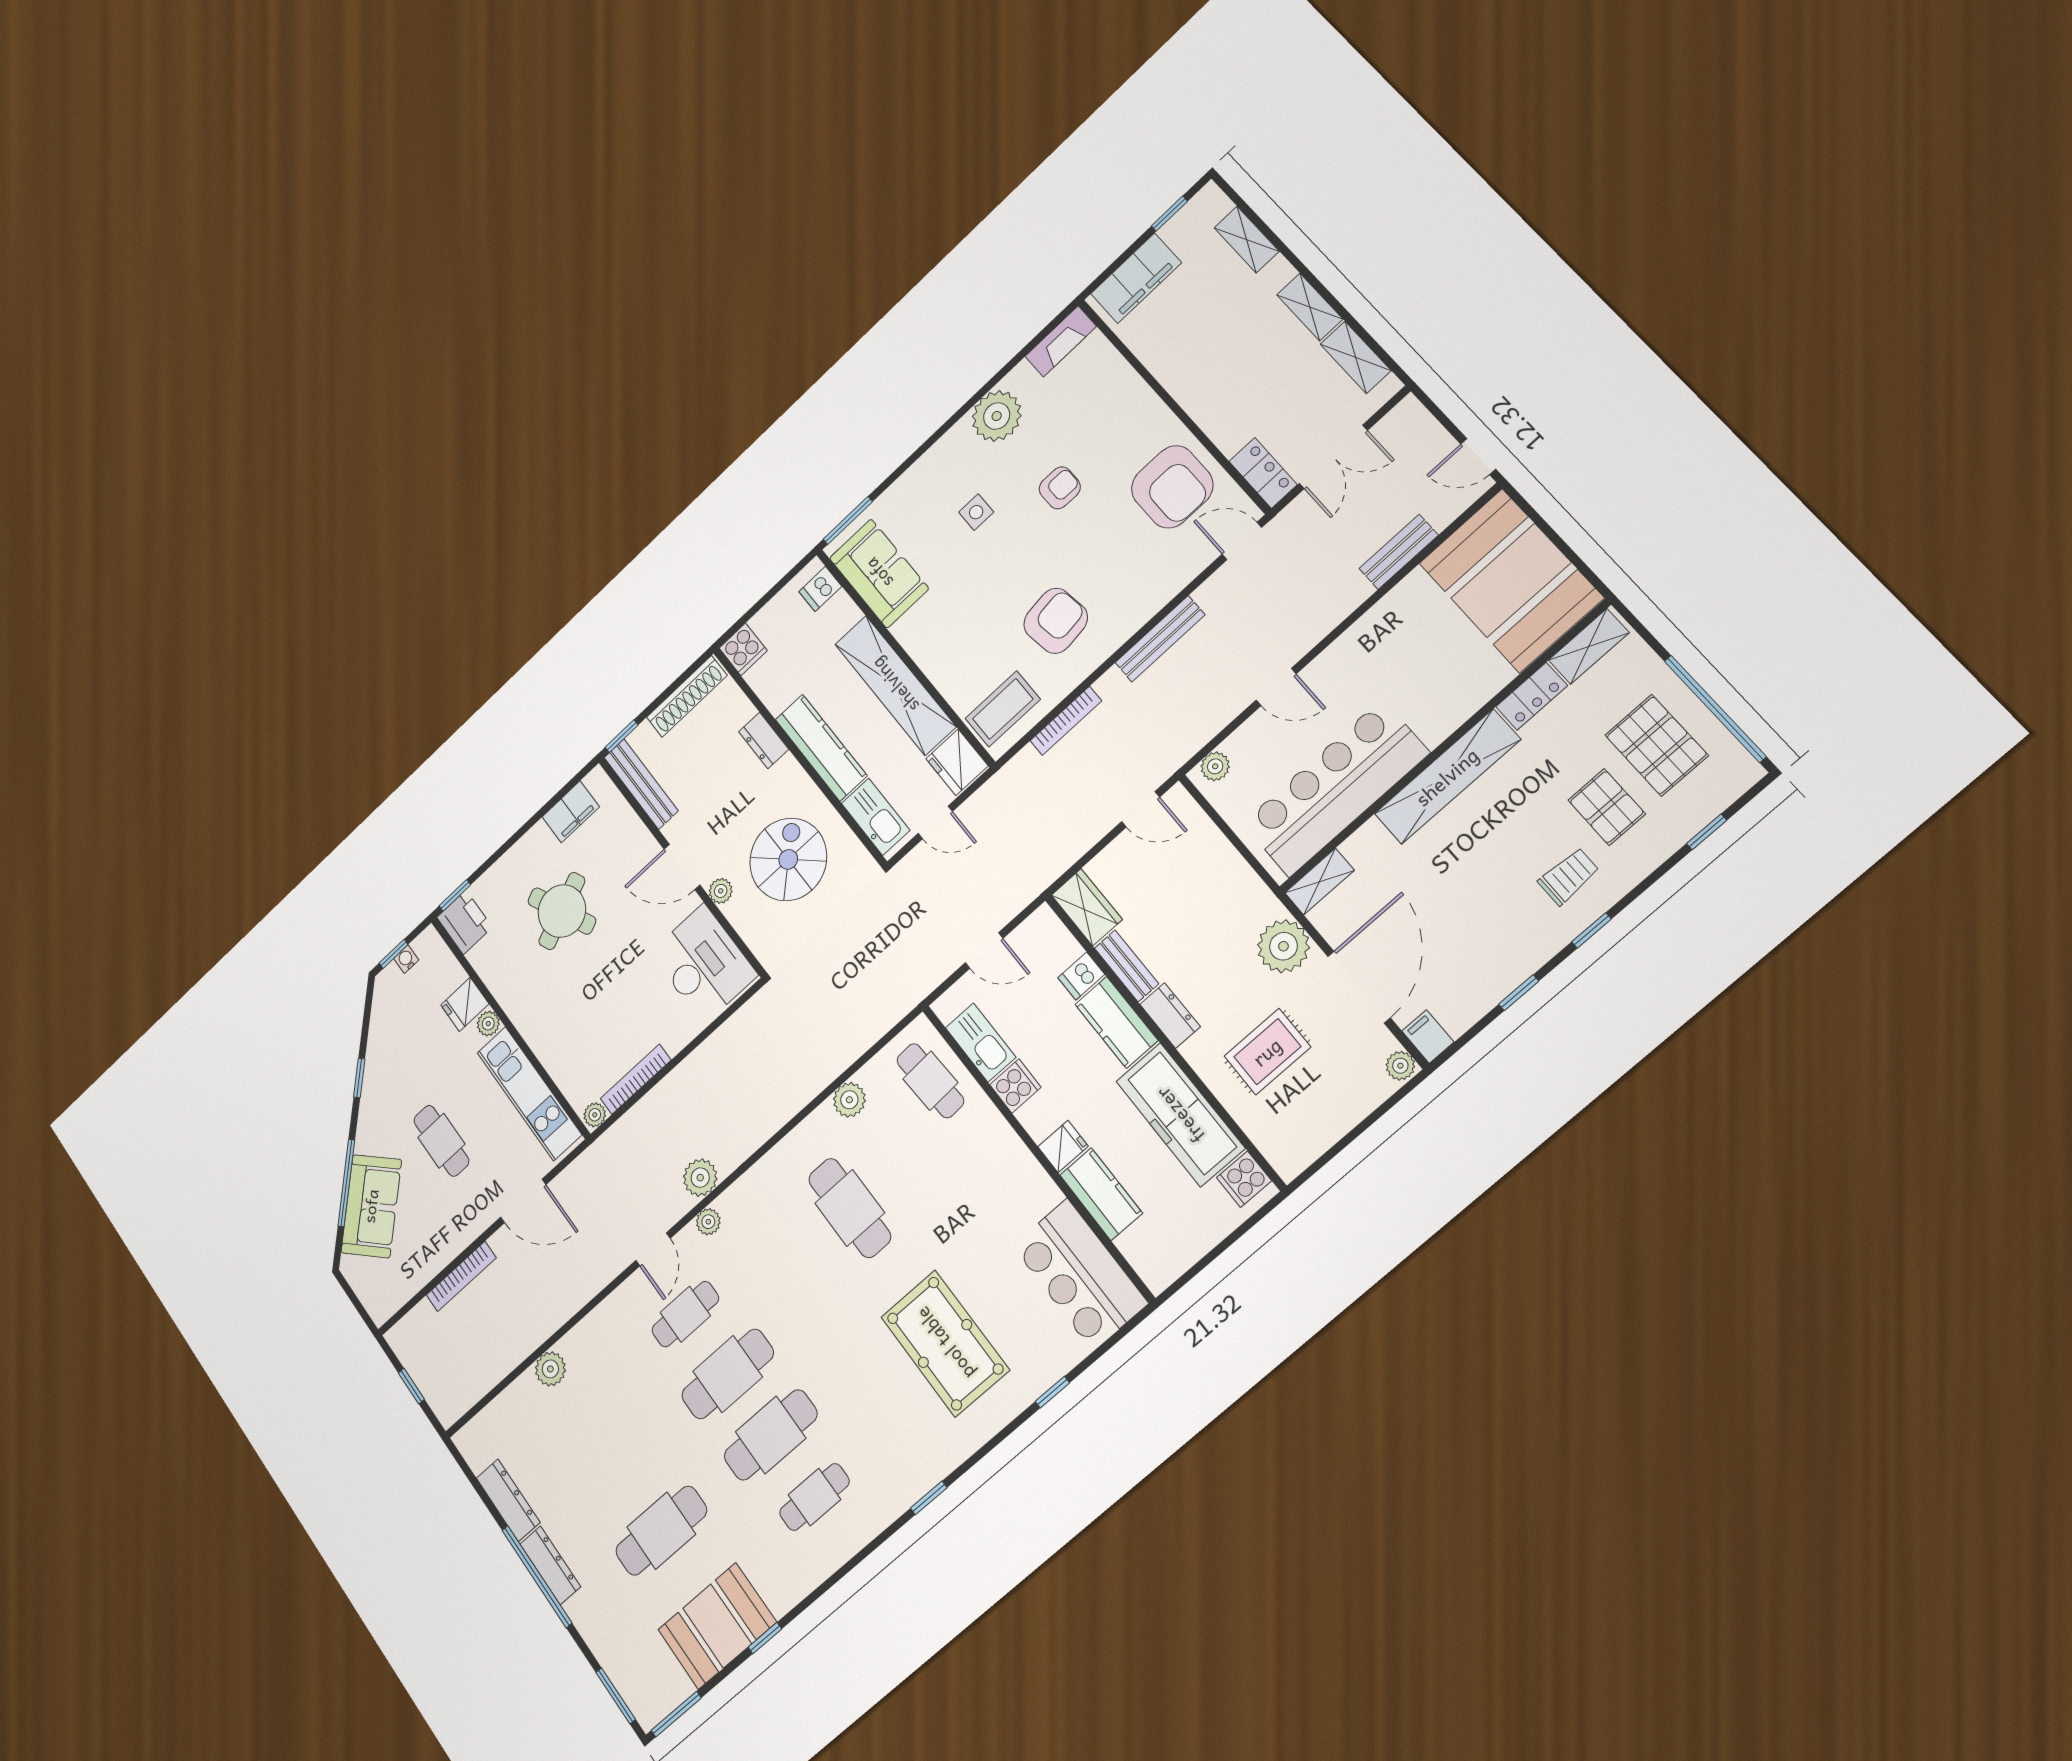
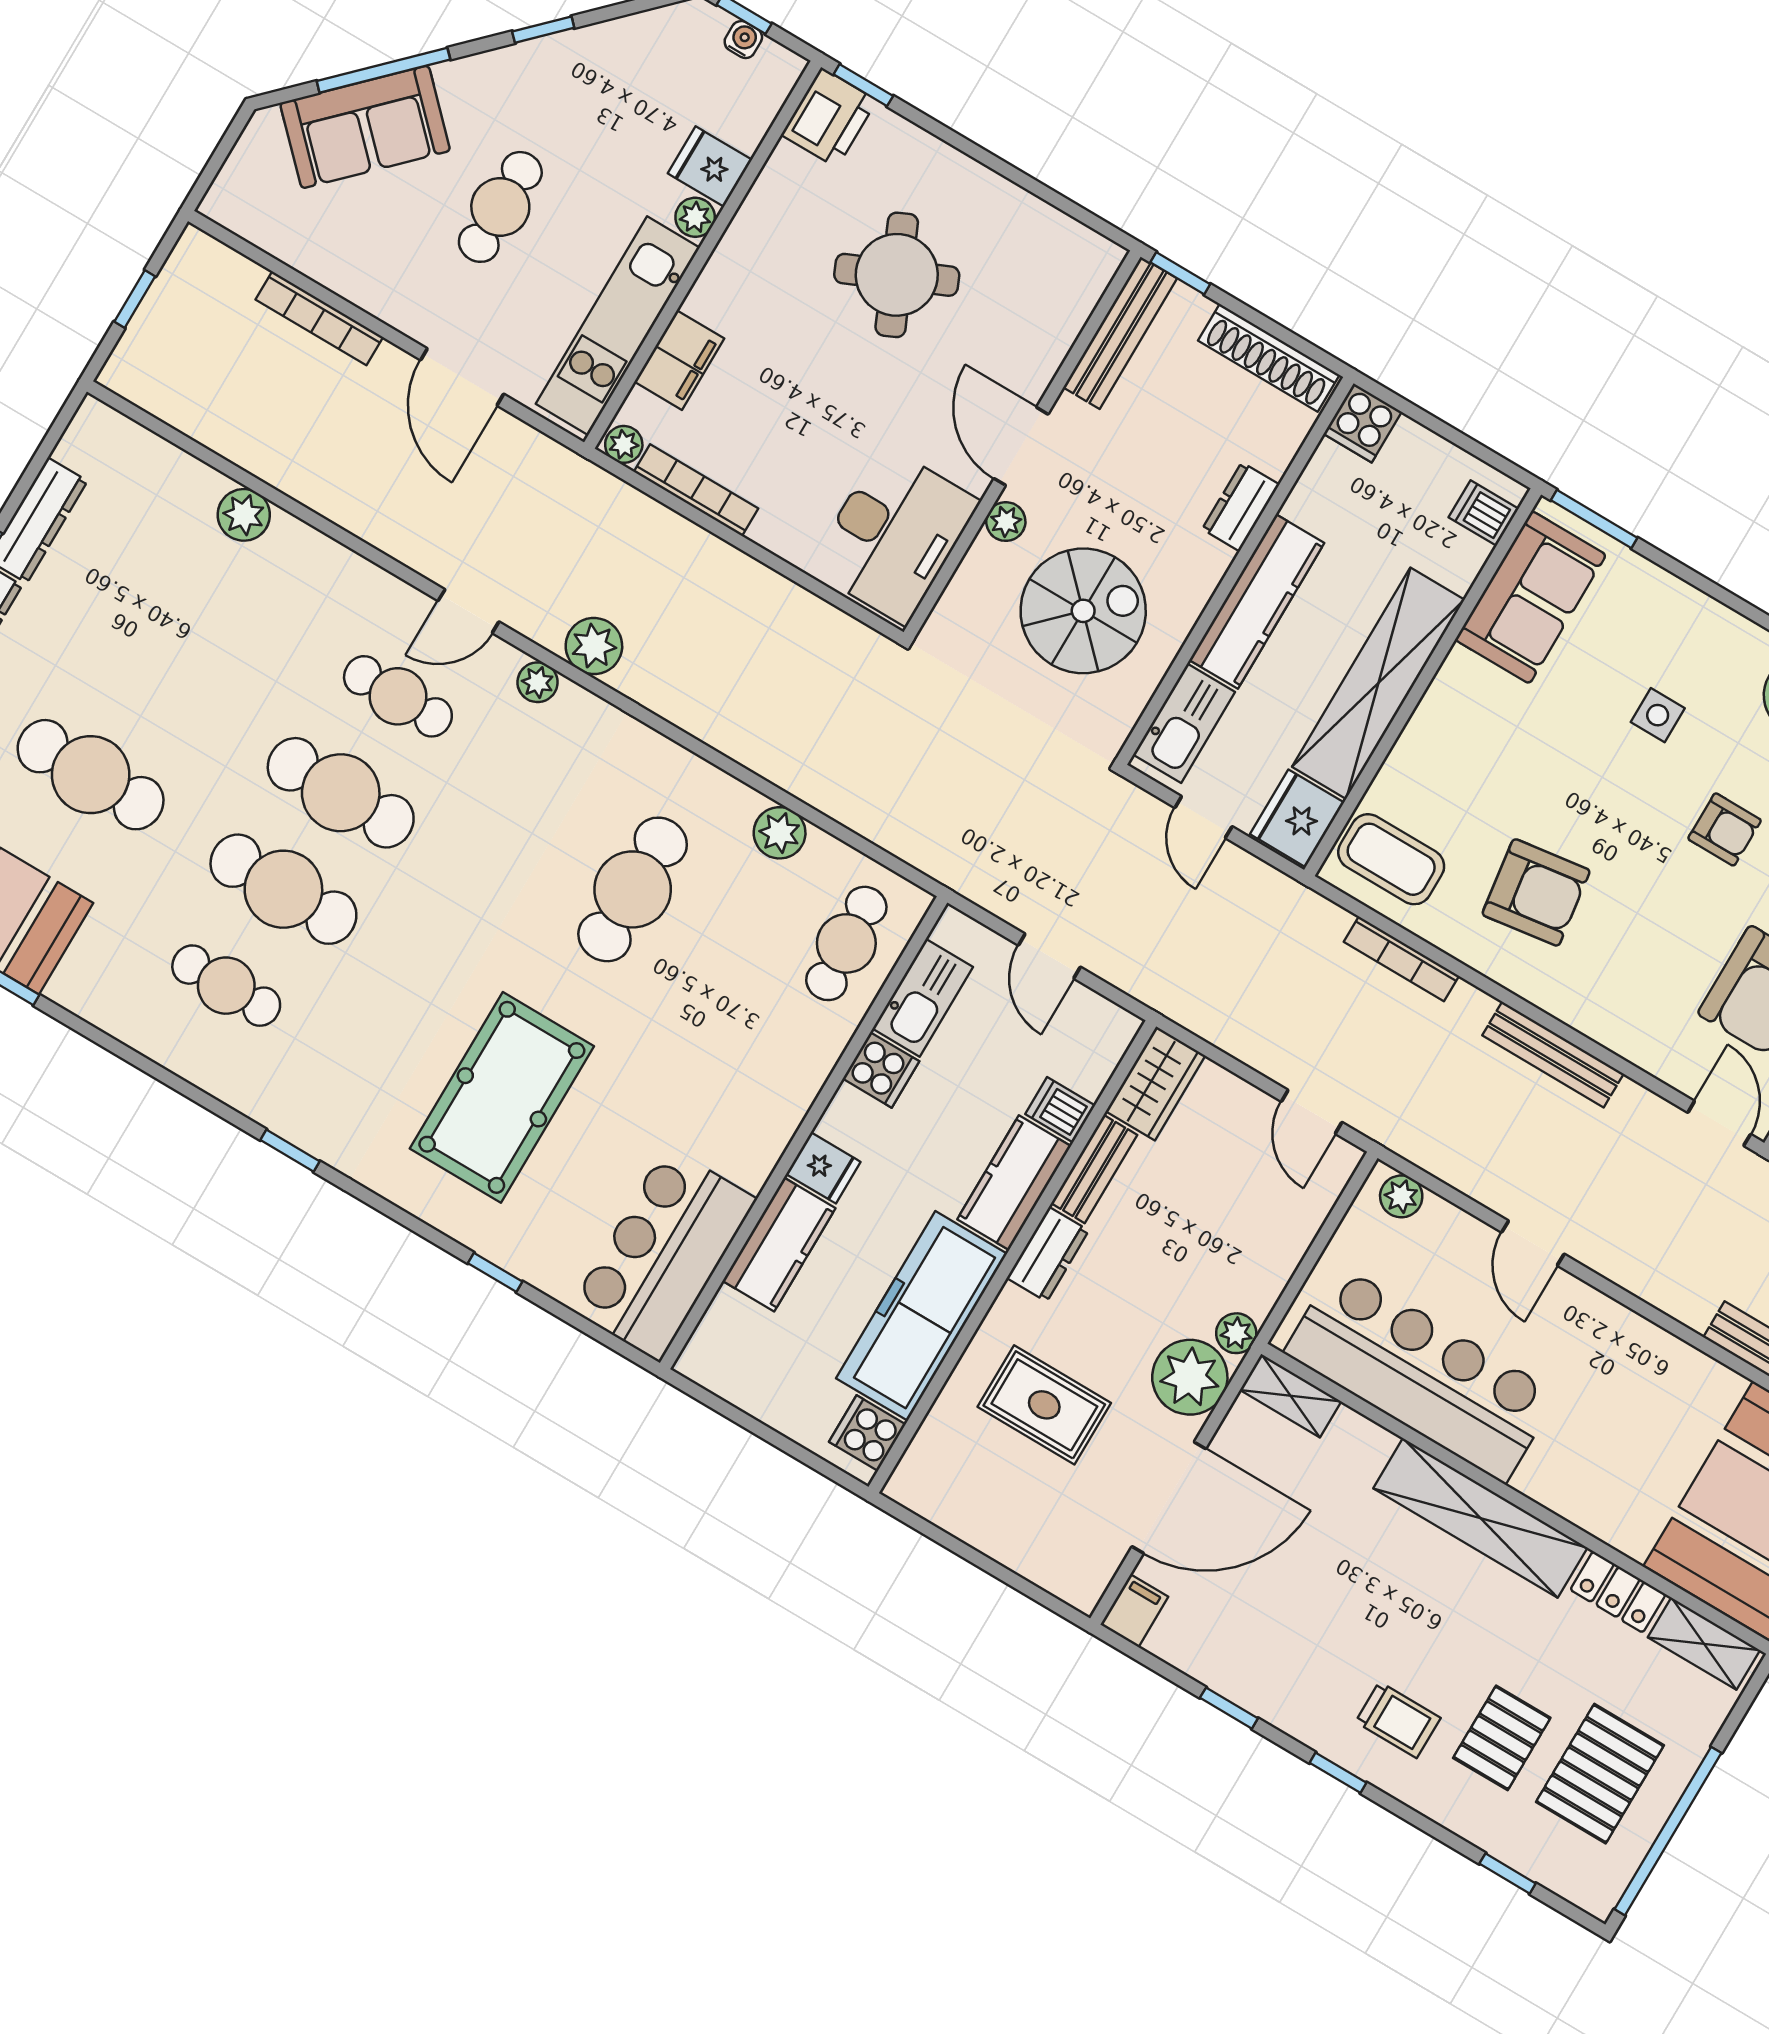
filing cabinet: (571, 812) -> (679, 360), moved, turned -90
plant: (1400, 1066) -> (1236, 1333), moved

